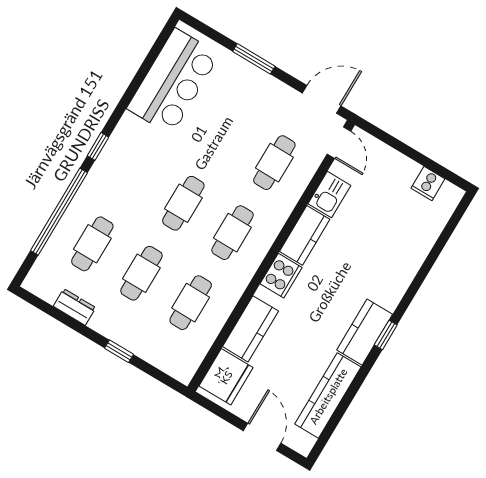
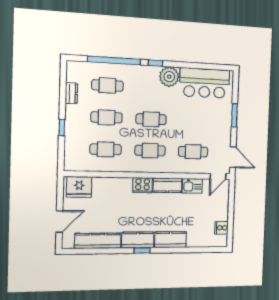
plant: (131, 136) -> (169, 77), added
kitchen counter: (250, 329) -> (170, 240), moved, turned 180

